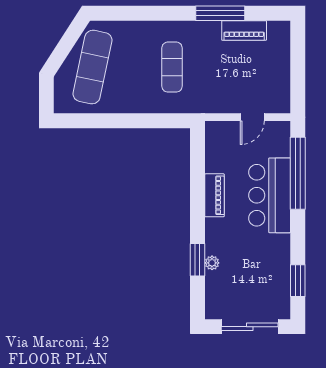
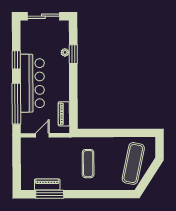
window: (220, 13) -> (50, 194), moved
piano: (214, 195) -> (64, 114), moved
bar counter: (270, 195) -> (32, 83), width x1.36
window: (298, 281) -> (16, 60), moved

